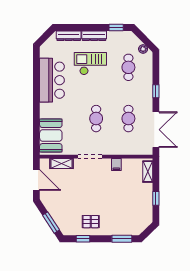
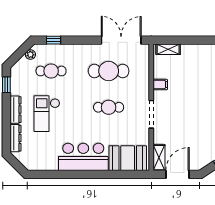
bar counter: (52, 80) -> (83, 157), moved
window: (156, 91) -> (54, 40), moved
cafe table: (128, 119) -> (109, 71), width x1.37, depth x1.35
shelving: (61, 163) -> (159, 158), moved
window: (156, 198) -> (198, 40), removed

